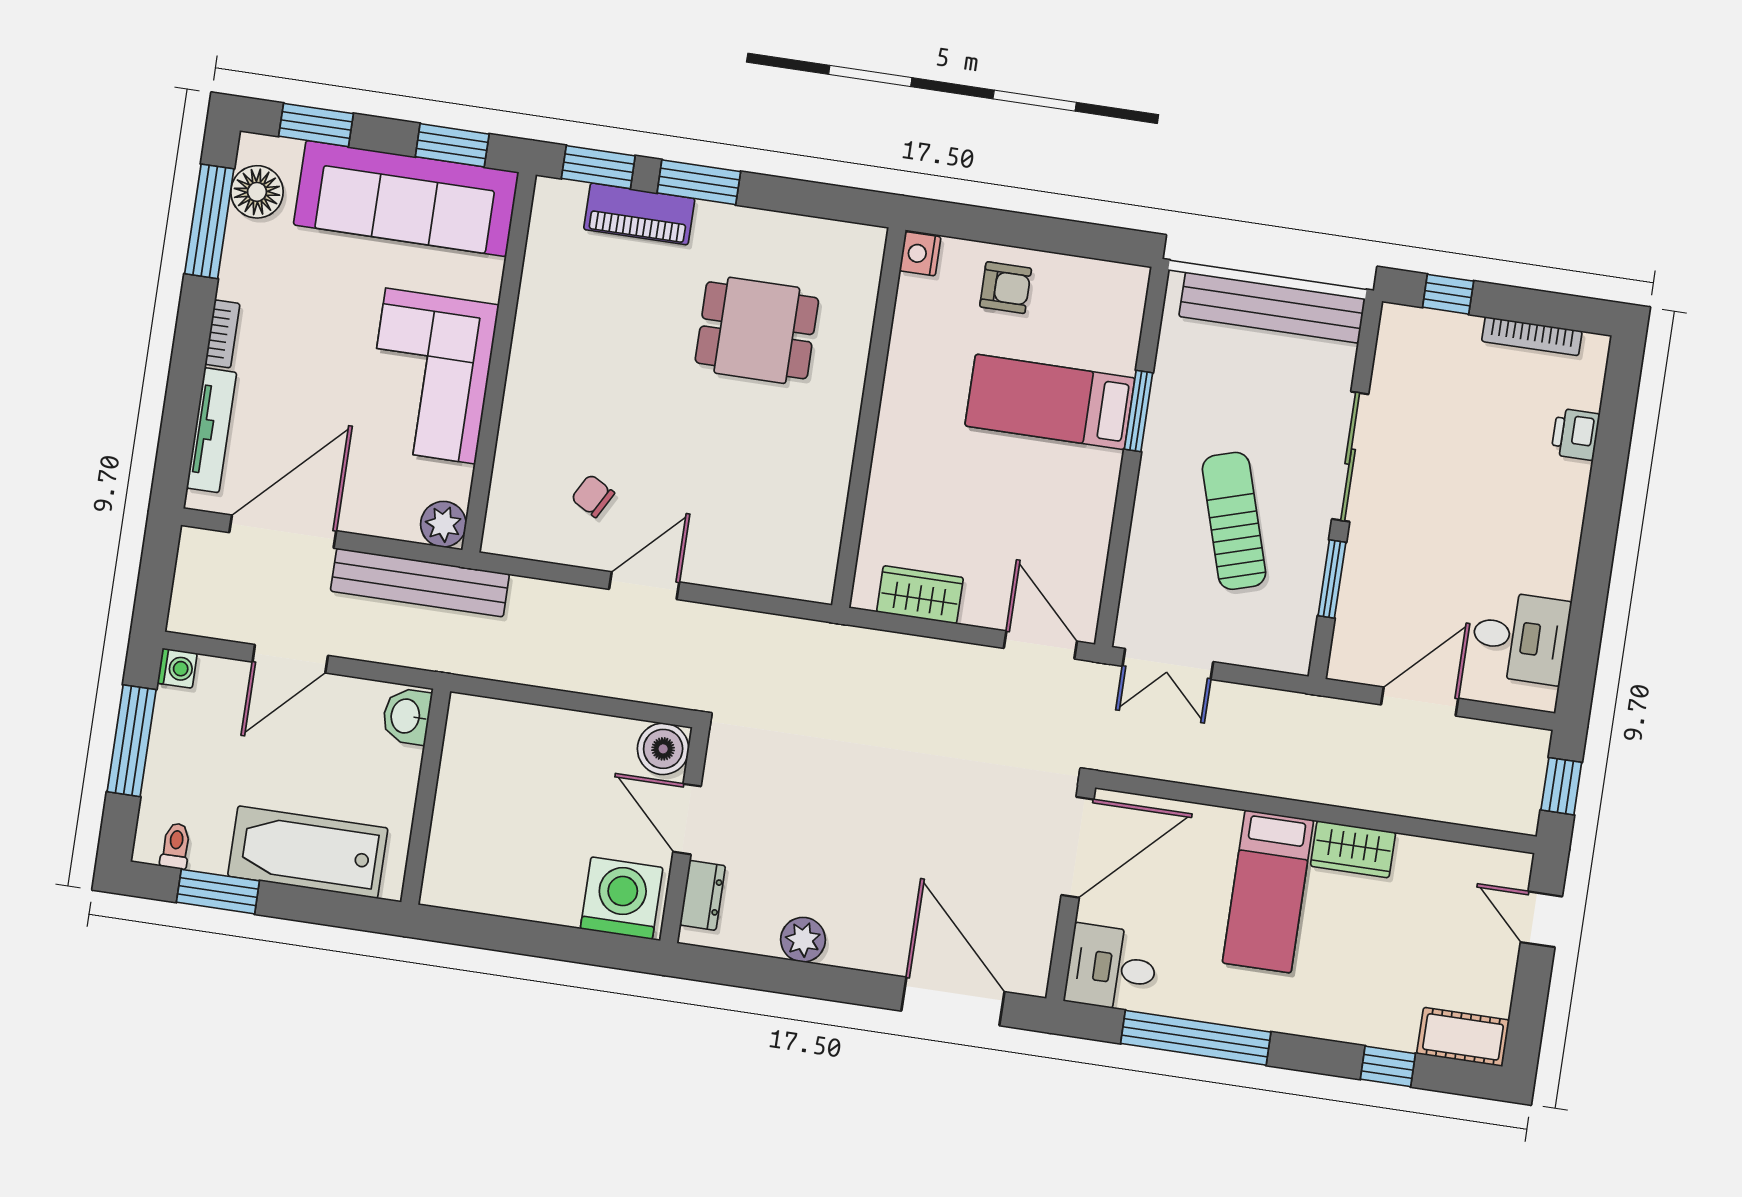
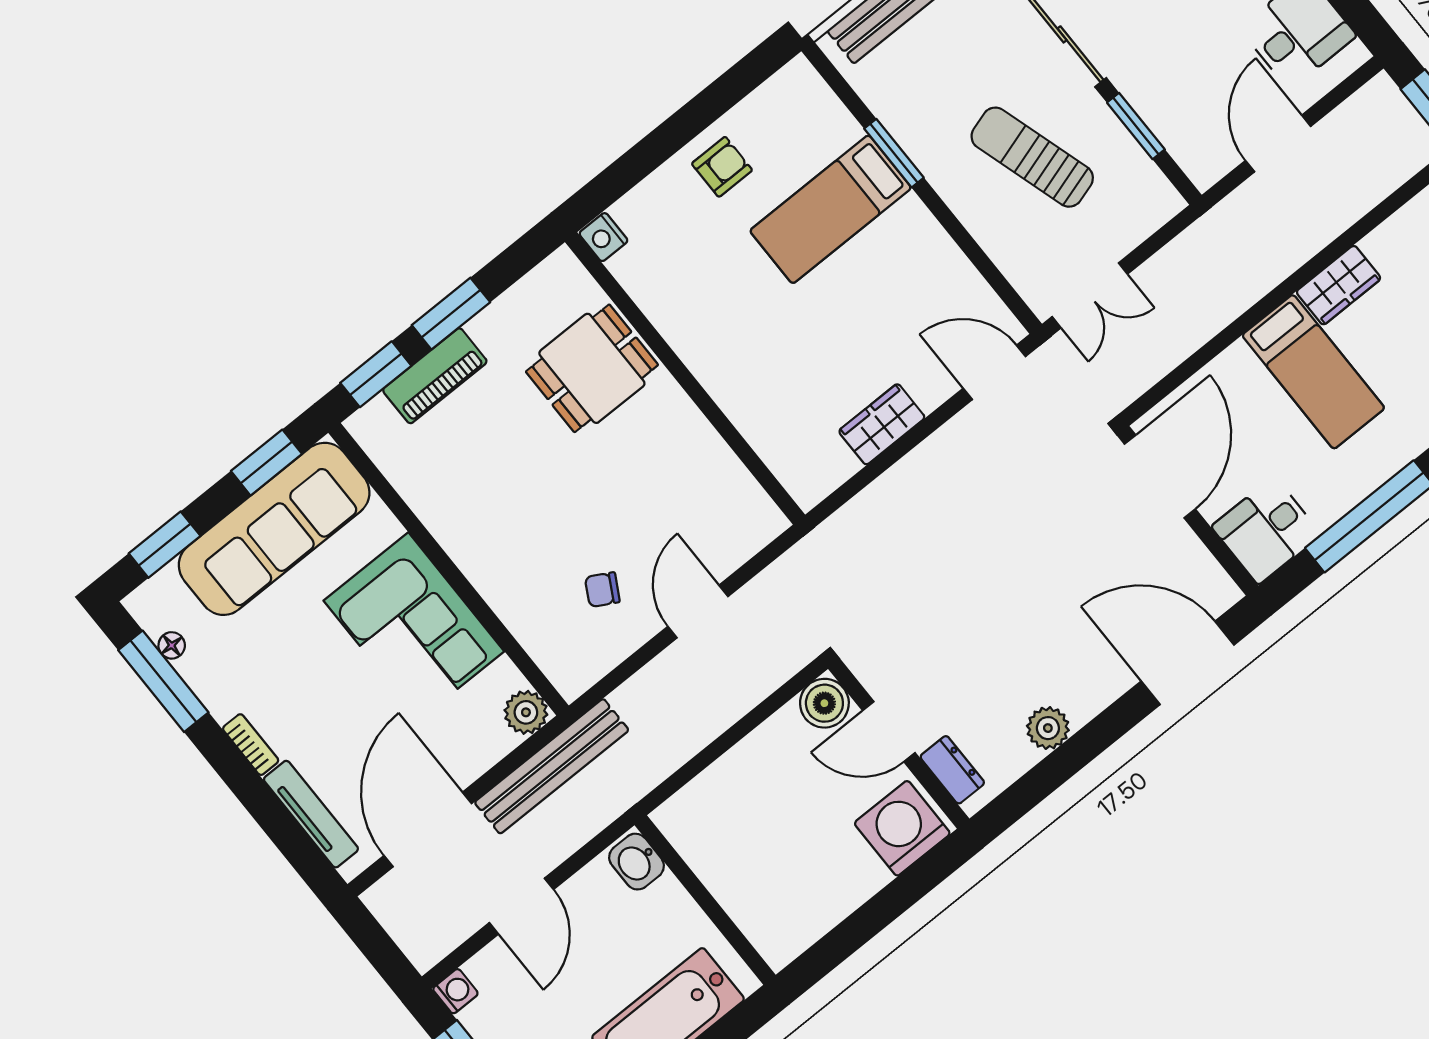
floor lamp: (257, 192) -> (172, 645), width x0.53, depth x0.53
nightstand: (920, 254) -> (603, 237), moved
wall: (869, 418) -> (685, 378), moved

